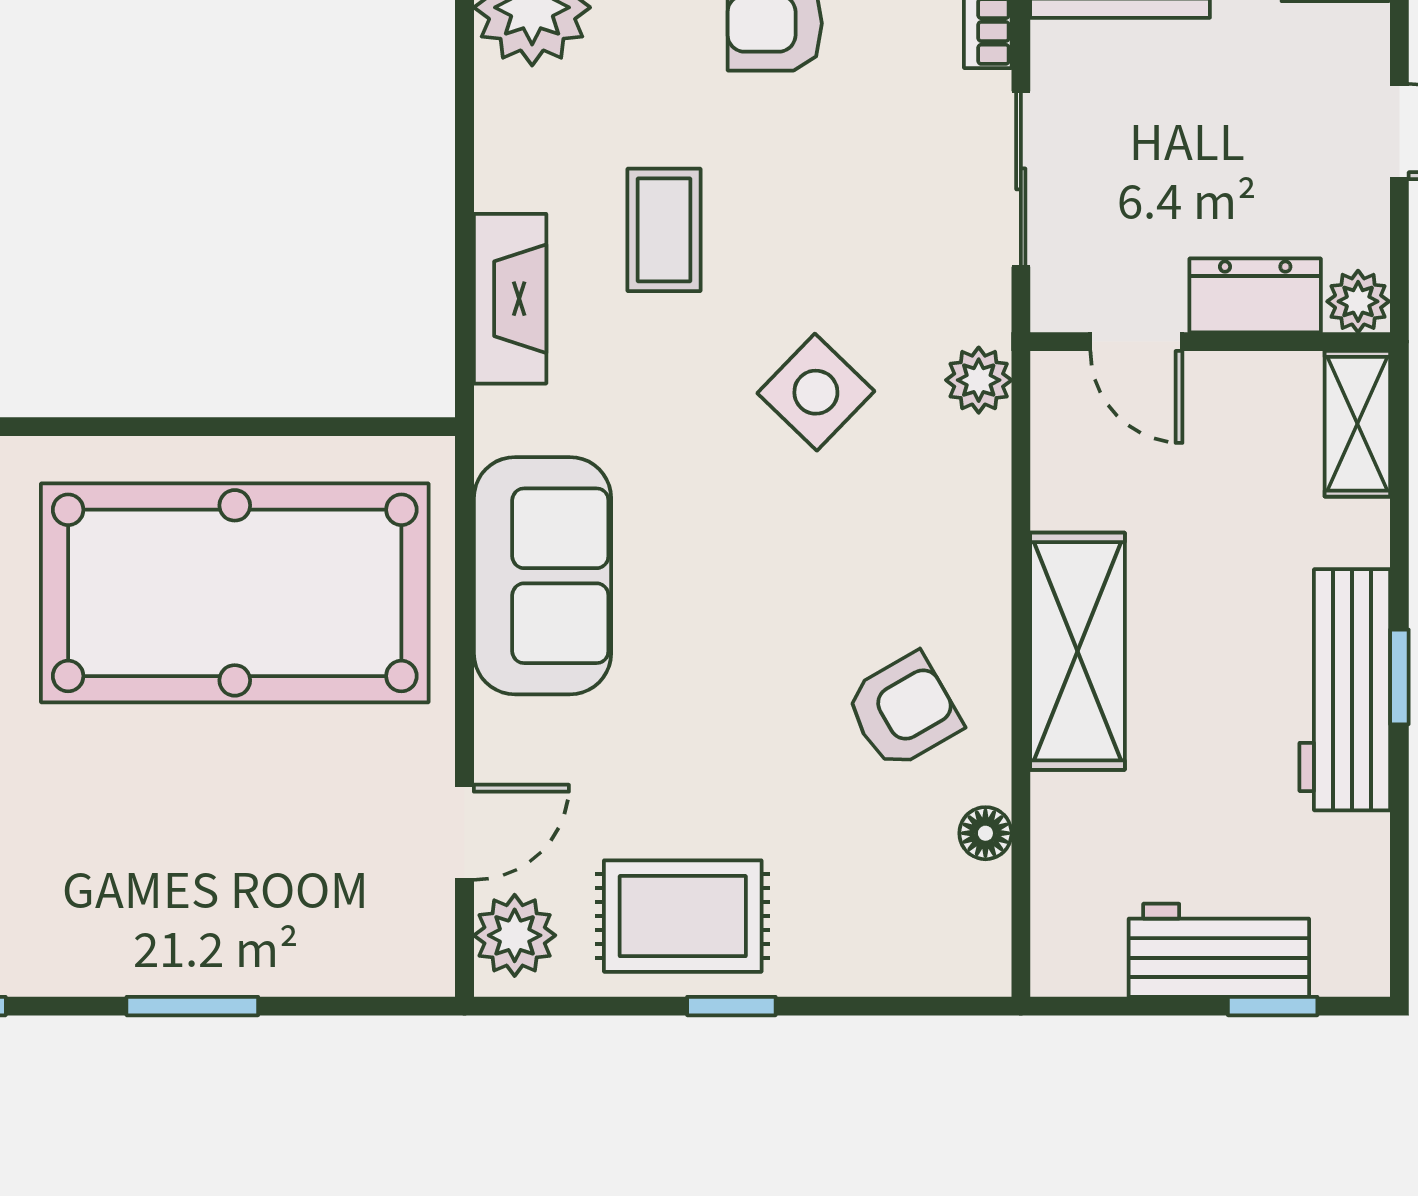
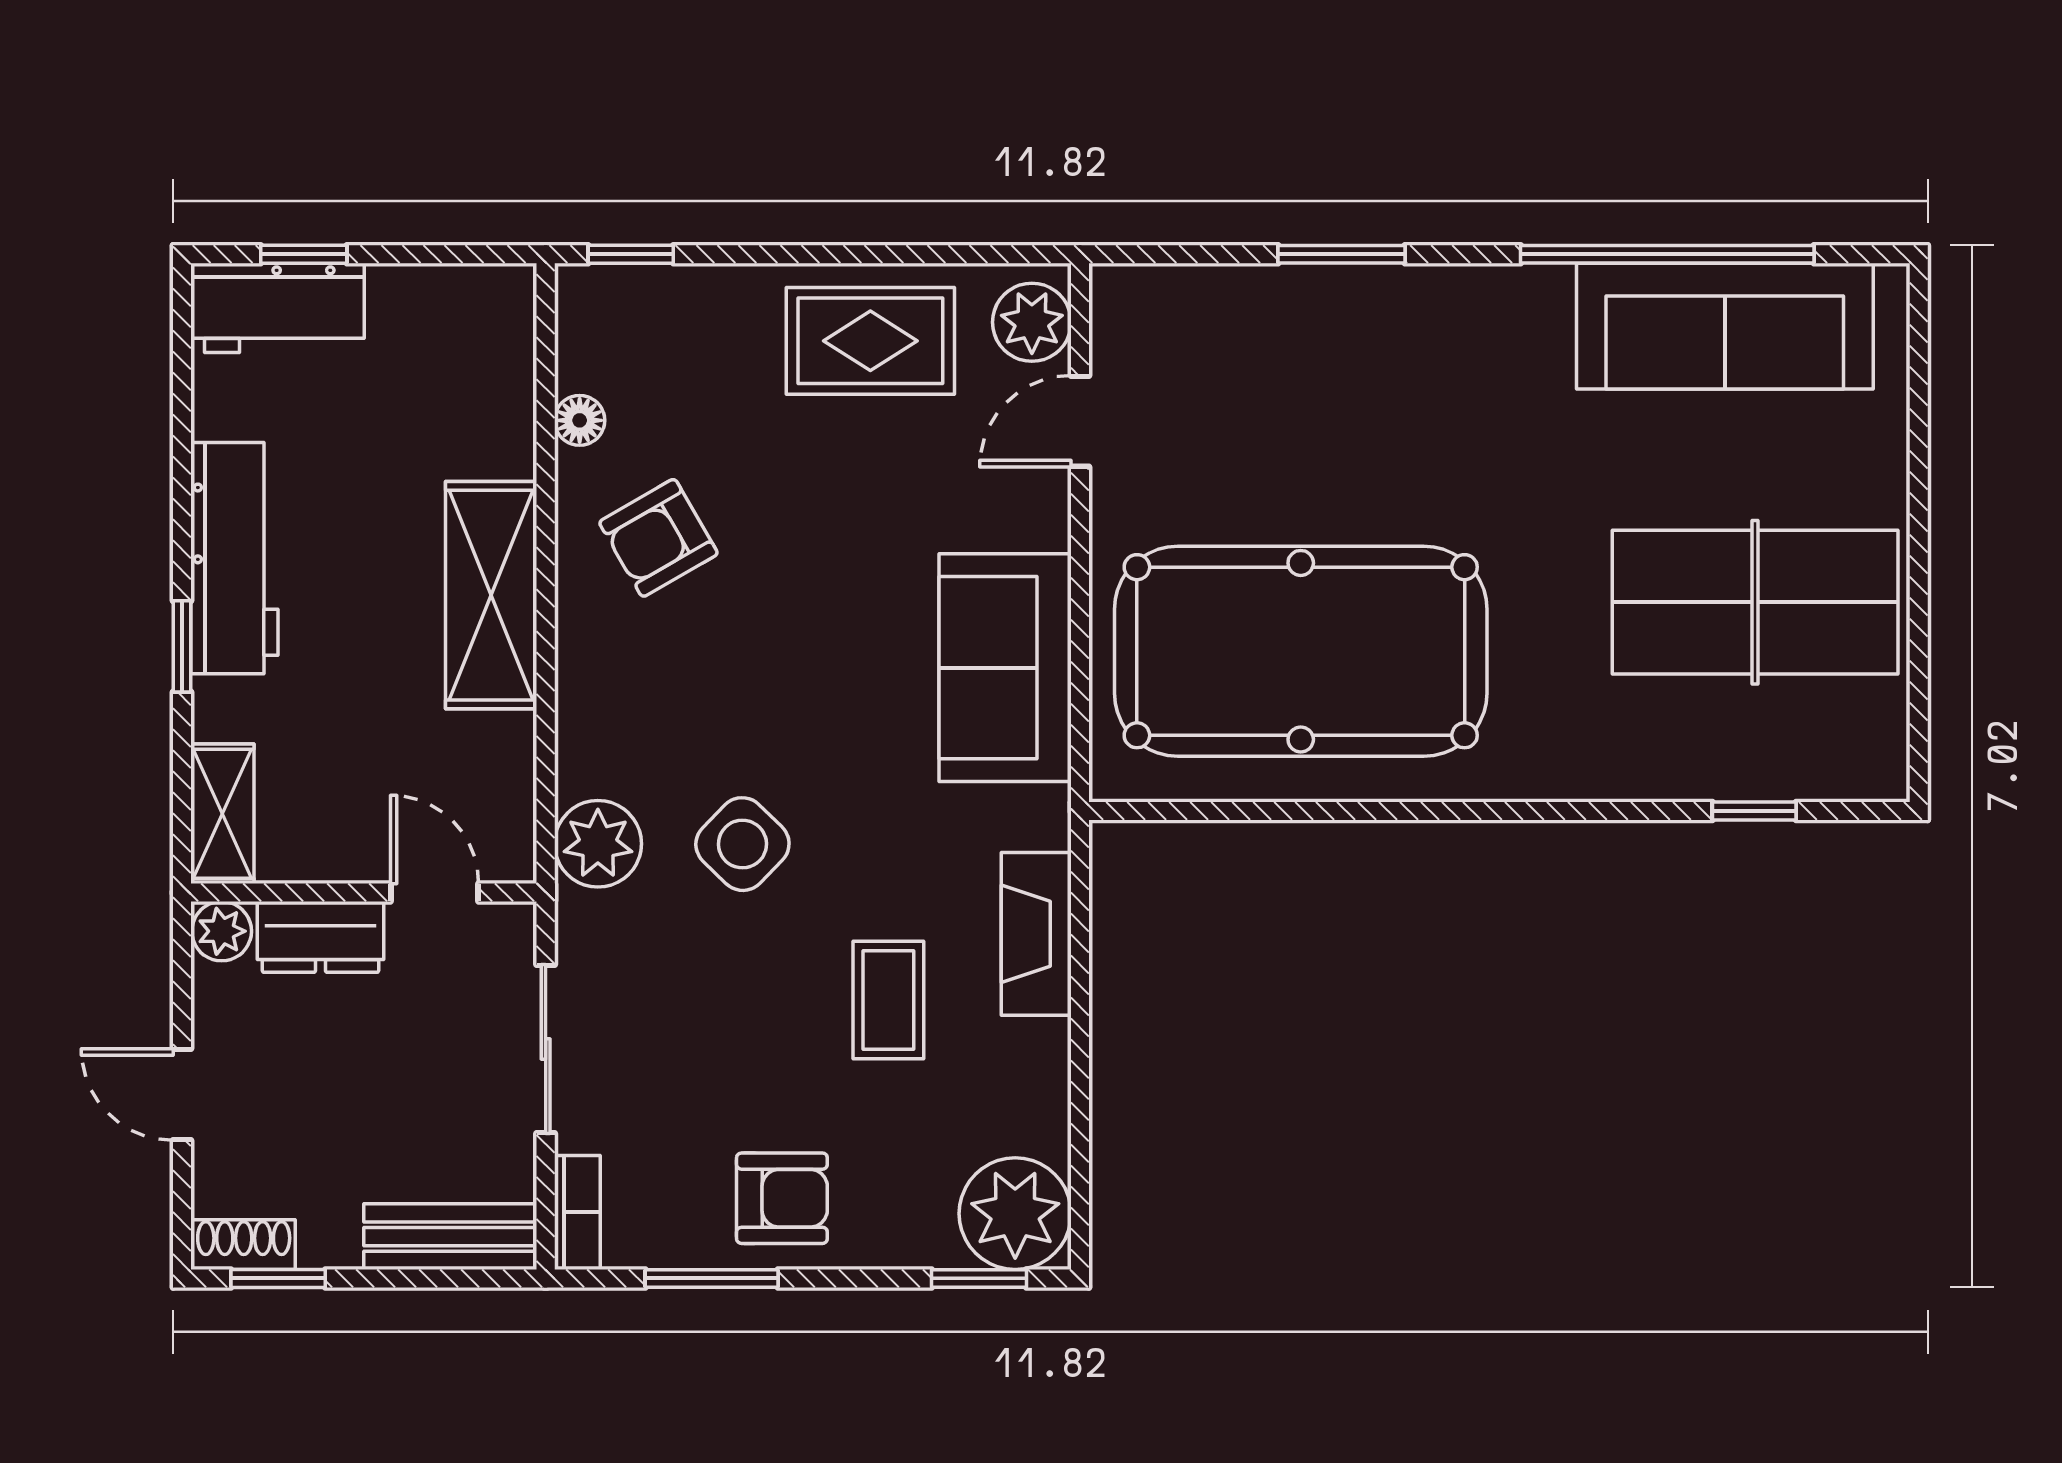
plant: (979, 380) -> (598, 844), width x1.38, depth x1.38
window: (1399, 677) -> (182, 646), moved
workbench: (1219, 950) -> (277, 308), moved
window: (731, 1006) -> (631, 254), moved

